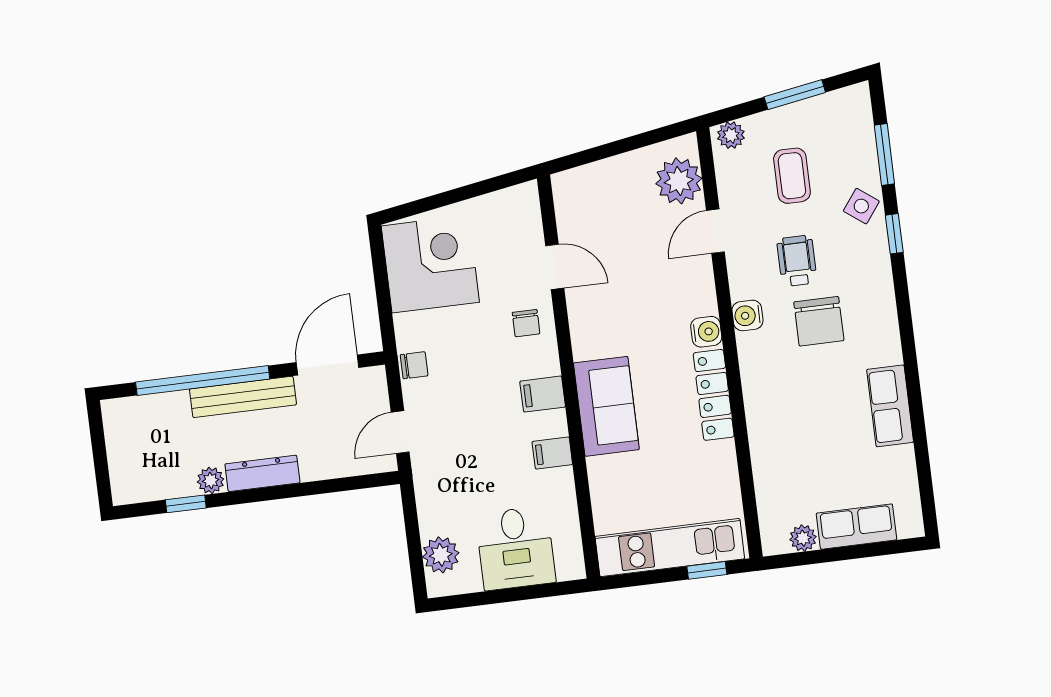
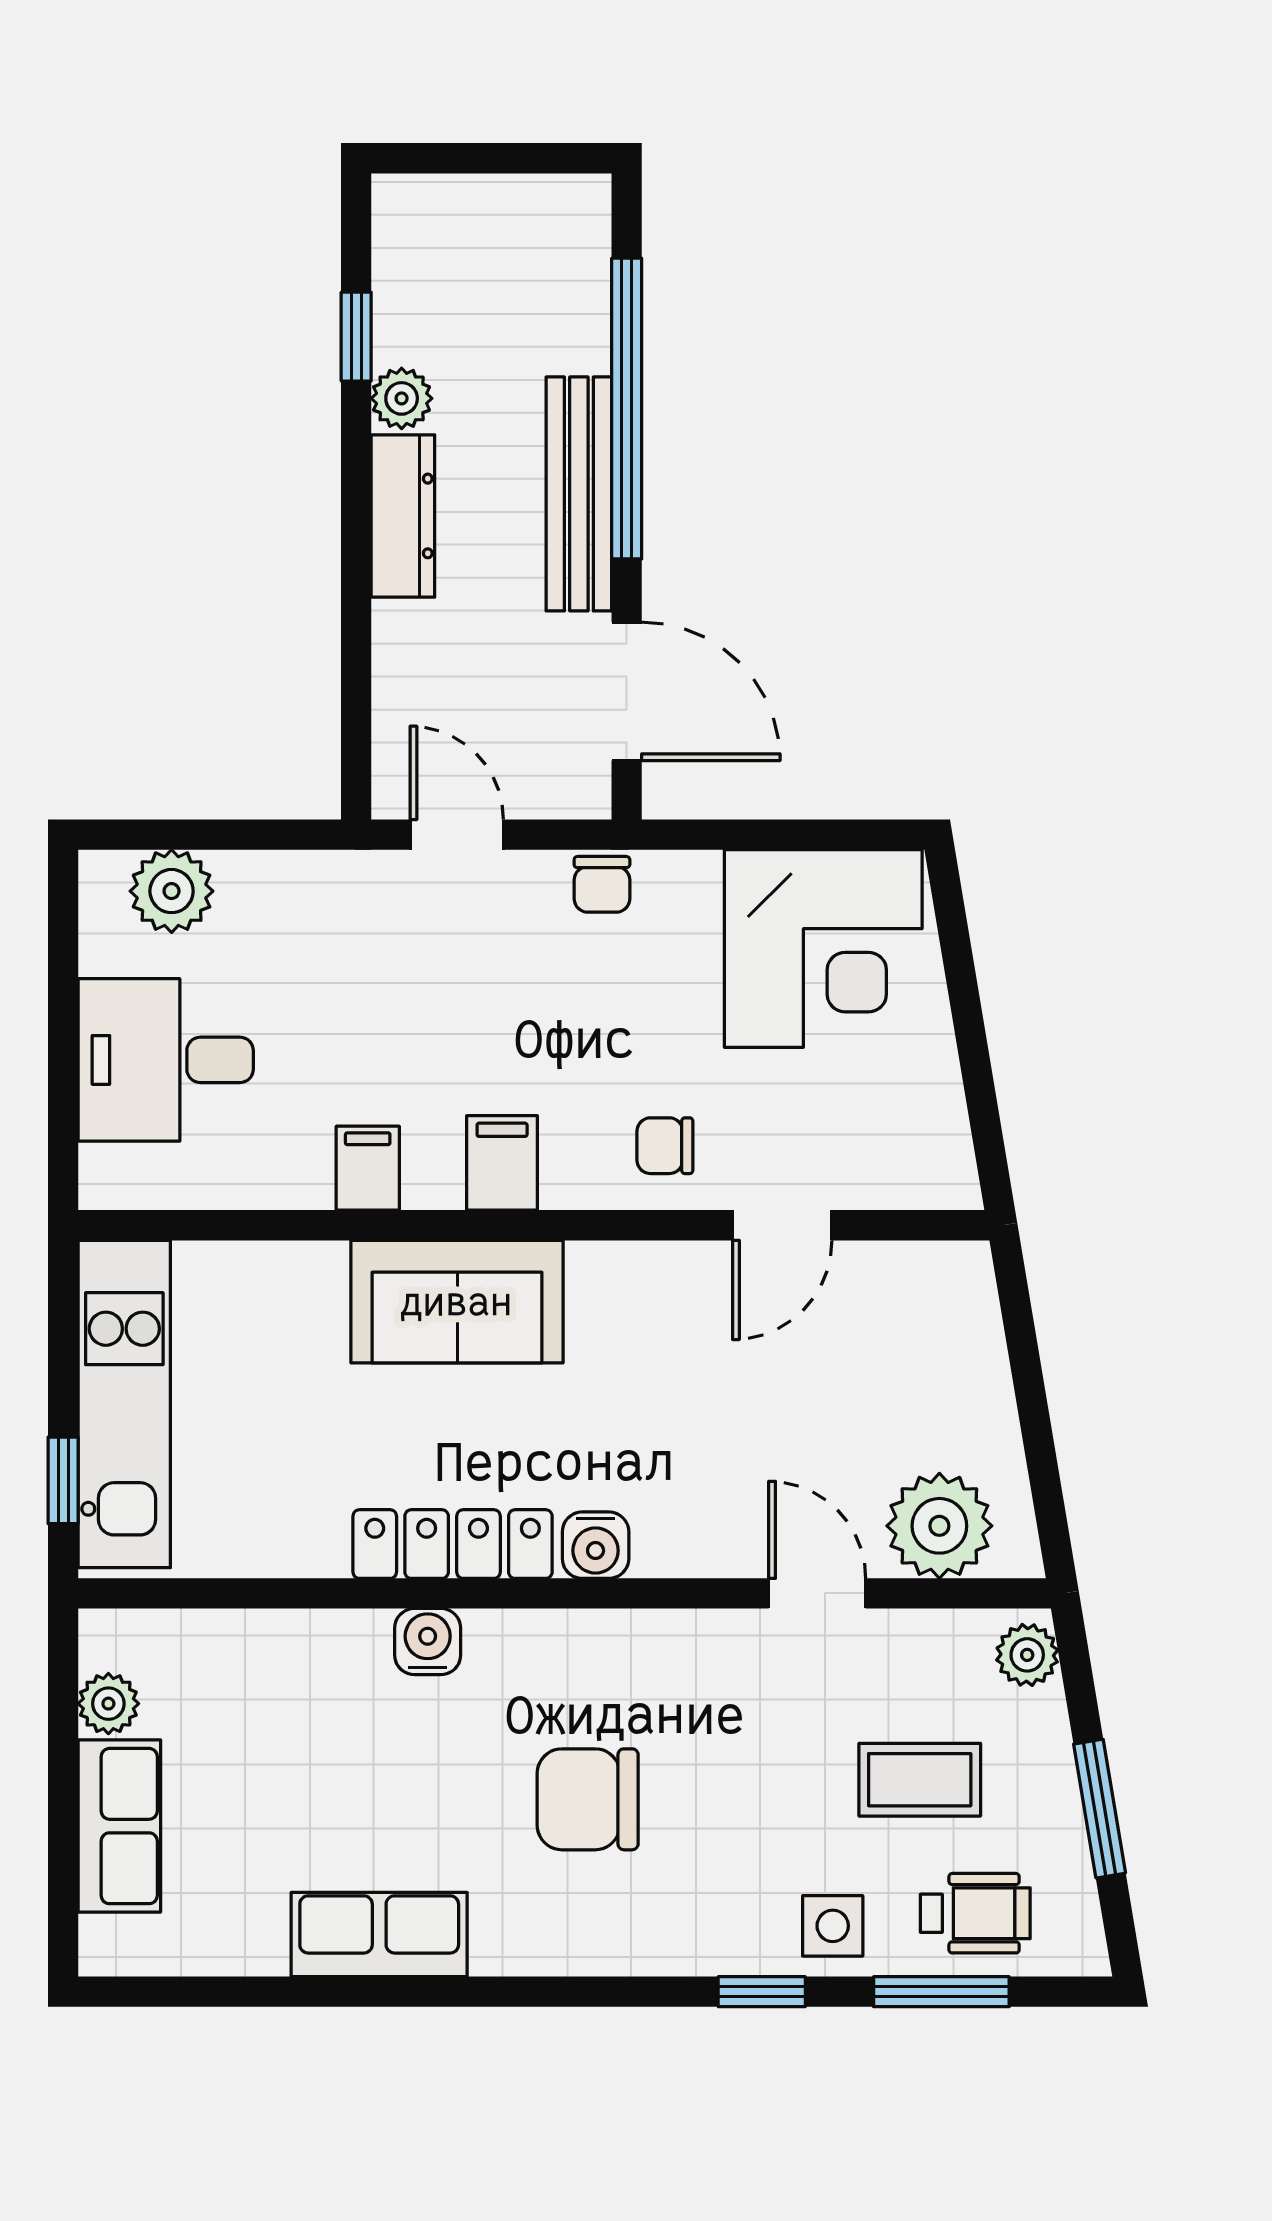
side table: (861, 206) -> (833, 1926), turned -37
wheelchair: (797, 261) -> (975, 1913), moved
water cooler: (747, 315) -> (428, 1642), moved

